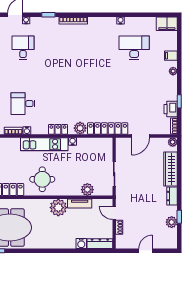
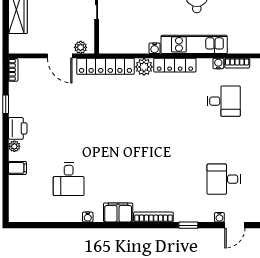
filing cabinet: (167, 24) -> (118, 212), moved
desk: (23, 48) -> (224, 179), turned 90
desk: (134, 48) -> (69, 179), width x0.73
printer: (171, 109) -> (18, 128), moved
locker: (58, 129) -> (175, 65), width x1.53
door: (141, 136) -> (60, 56), swing flipped
plant: (173, 142) -> (81, 47), moved

